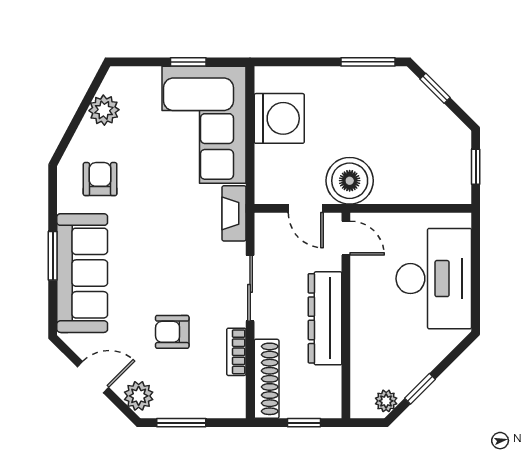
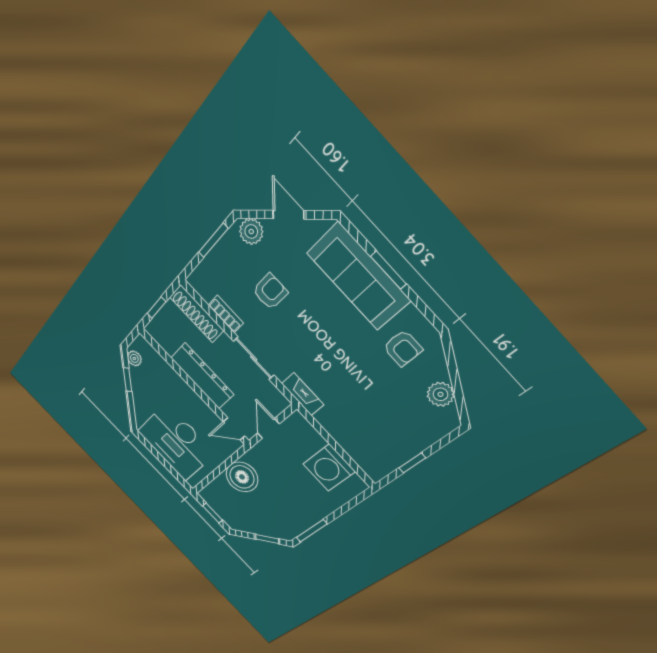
corner sofa: (204, 125) -> (368, 433), removed
boiler: (350, 181) -> (242, 477), moved
door: (306, 208) -> (268, 429), hinge flipped
door: (93, 377) -> (288, 215), swing flipped

